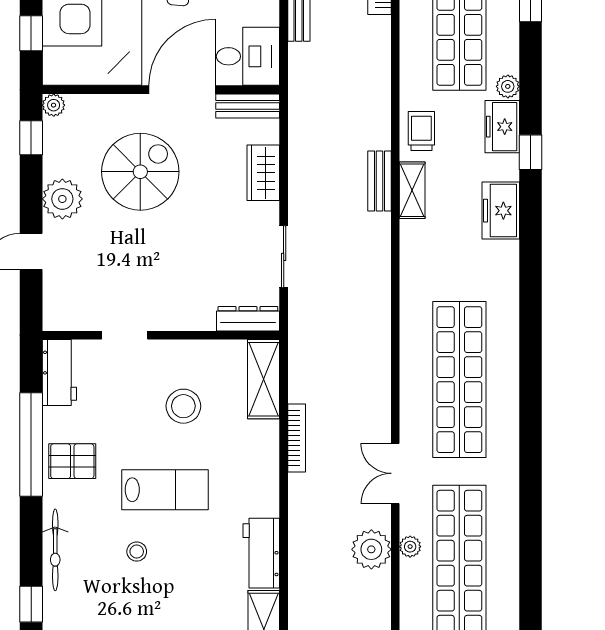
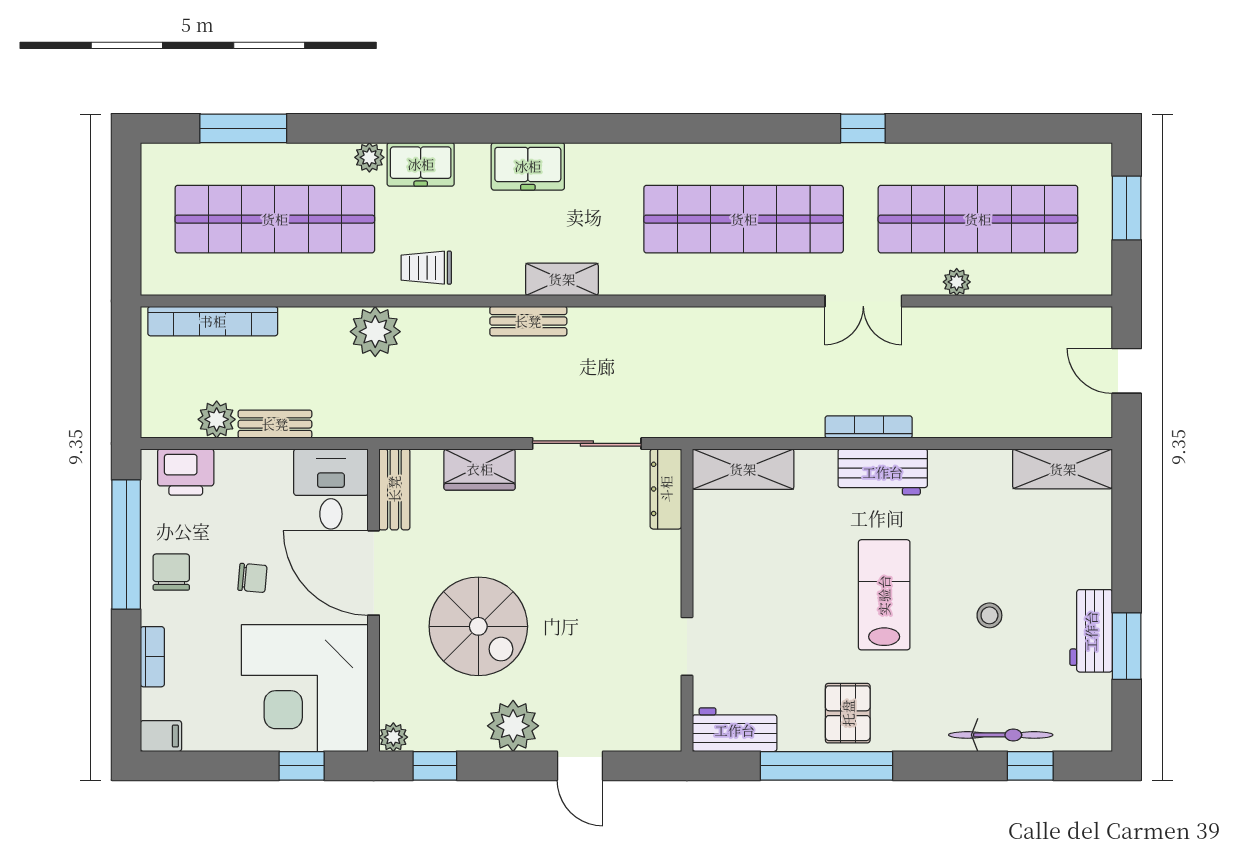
window: (531, 152) -> (863, 128), moved
spiral stairs: (140, 172) -> (478, 626), turned 180
bench: (380, 181) -> (528, 321), moved
shelving: (412, 190) -> (562, 279), moved
sliding door: (284, 257) -> (587, 443), width x1.37
stool: (183, 406) -> (778, 571), removed
bookcase: (297, 438) -> (869, 427), moved
plant: (371, 549) -> (375, 332), moved
bicycle: (55, 550) -> (1001, 735), moved
stool: (137, 552) -> (989, 615), moved
workbench: (261, 553) -> (883, 472), moved

